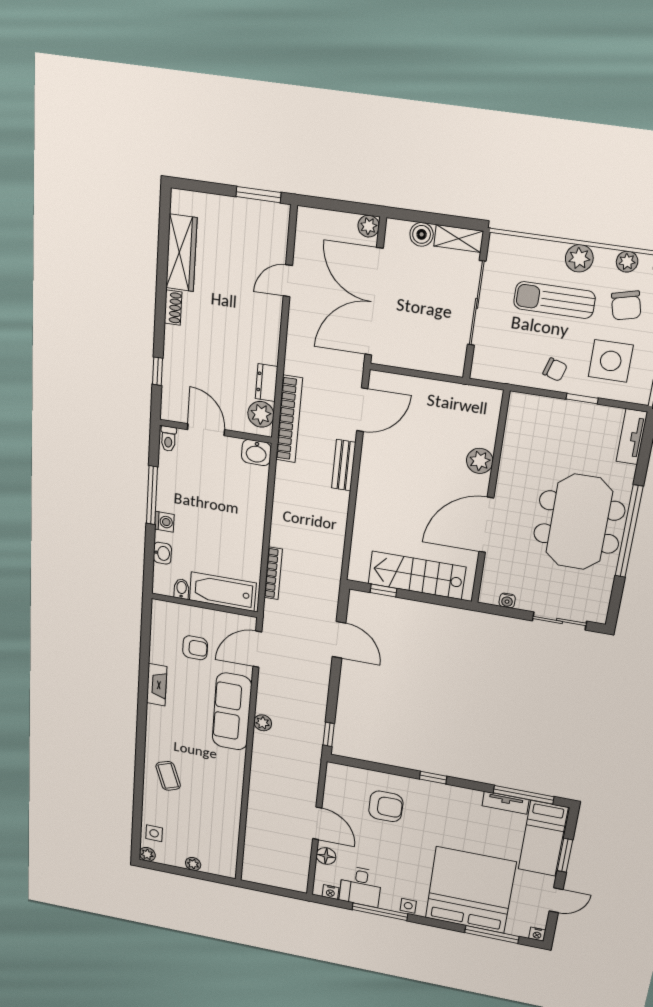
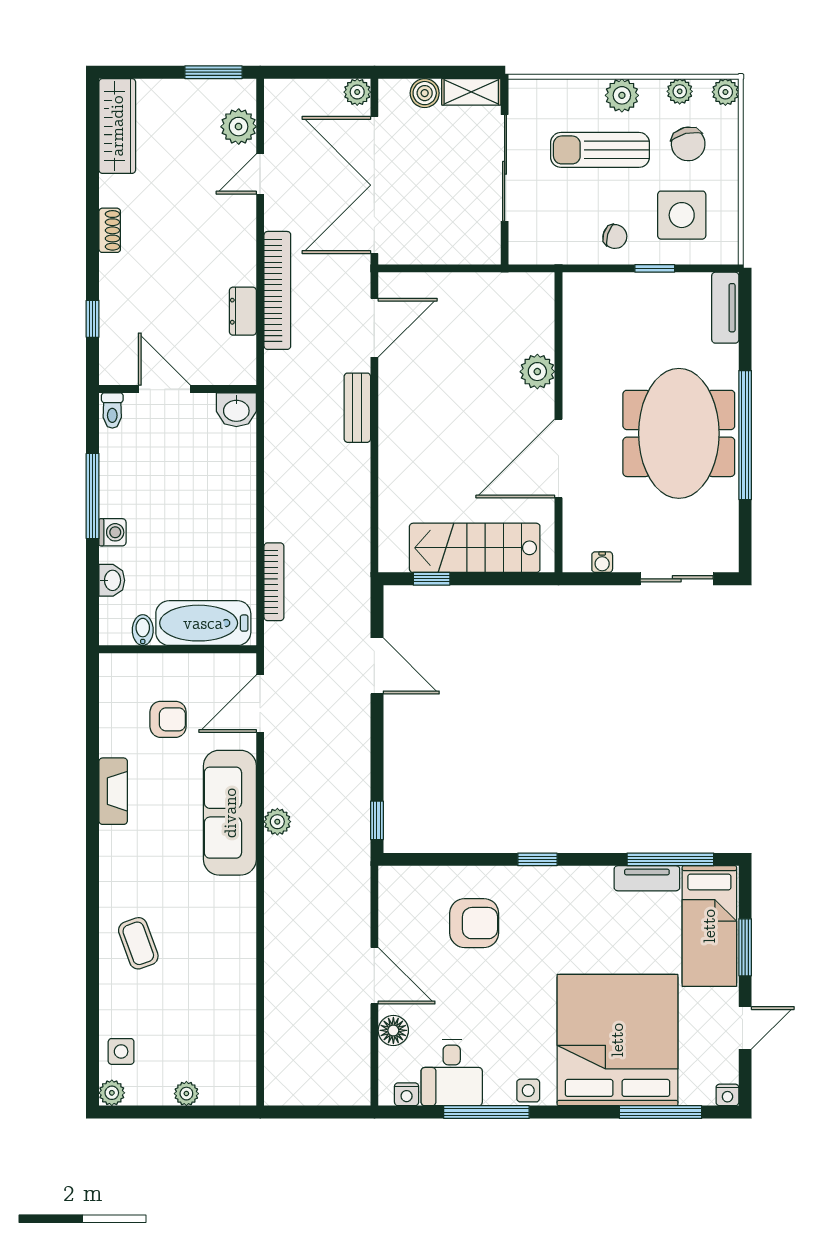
wardrobe: (181, 253) -> (117, 126), moved
plant: (261, 414) -> (239, 127), moved
bookcase: (289, 419) -> (277, 290), moved

